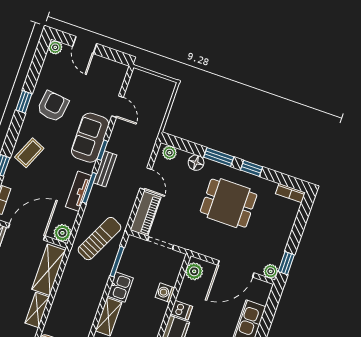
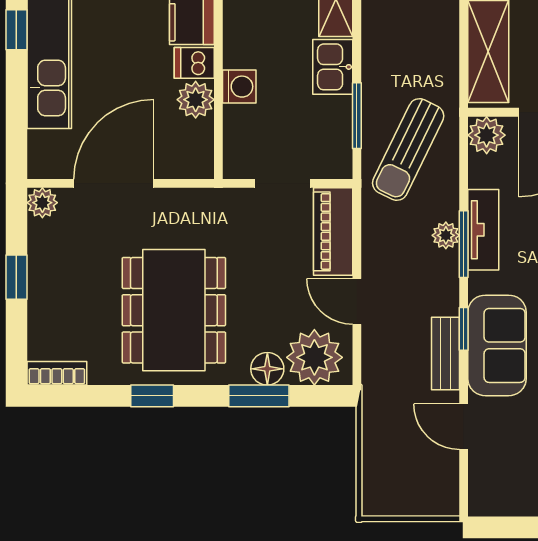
plant: (169, 153) -> (314, 357), width x1.88, depth x1.88
window: (219, 157) -> (259, 396), moved
bench: (105, 169) -> (445, 354), moved
plant: (96, 195) -> (446, 235), added
dining table: (229, 203) -> (174, 310), width x1.38
window: (286, 263) -> (16, 277), moved
plant: (194, 271) -> (196, 100), moved

